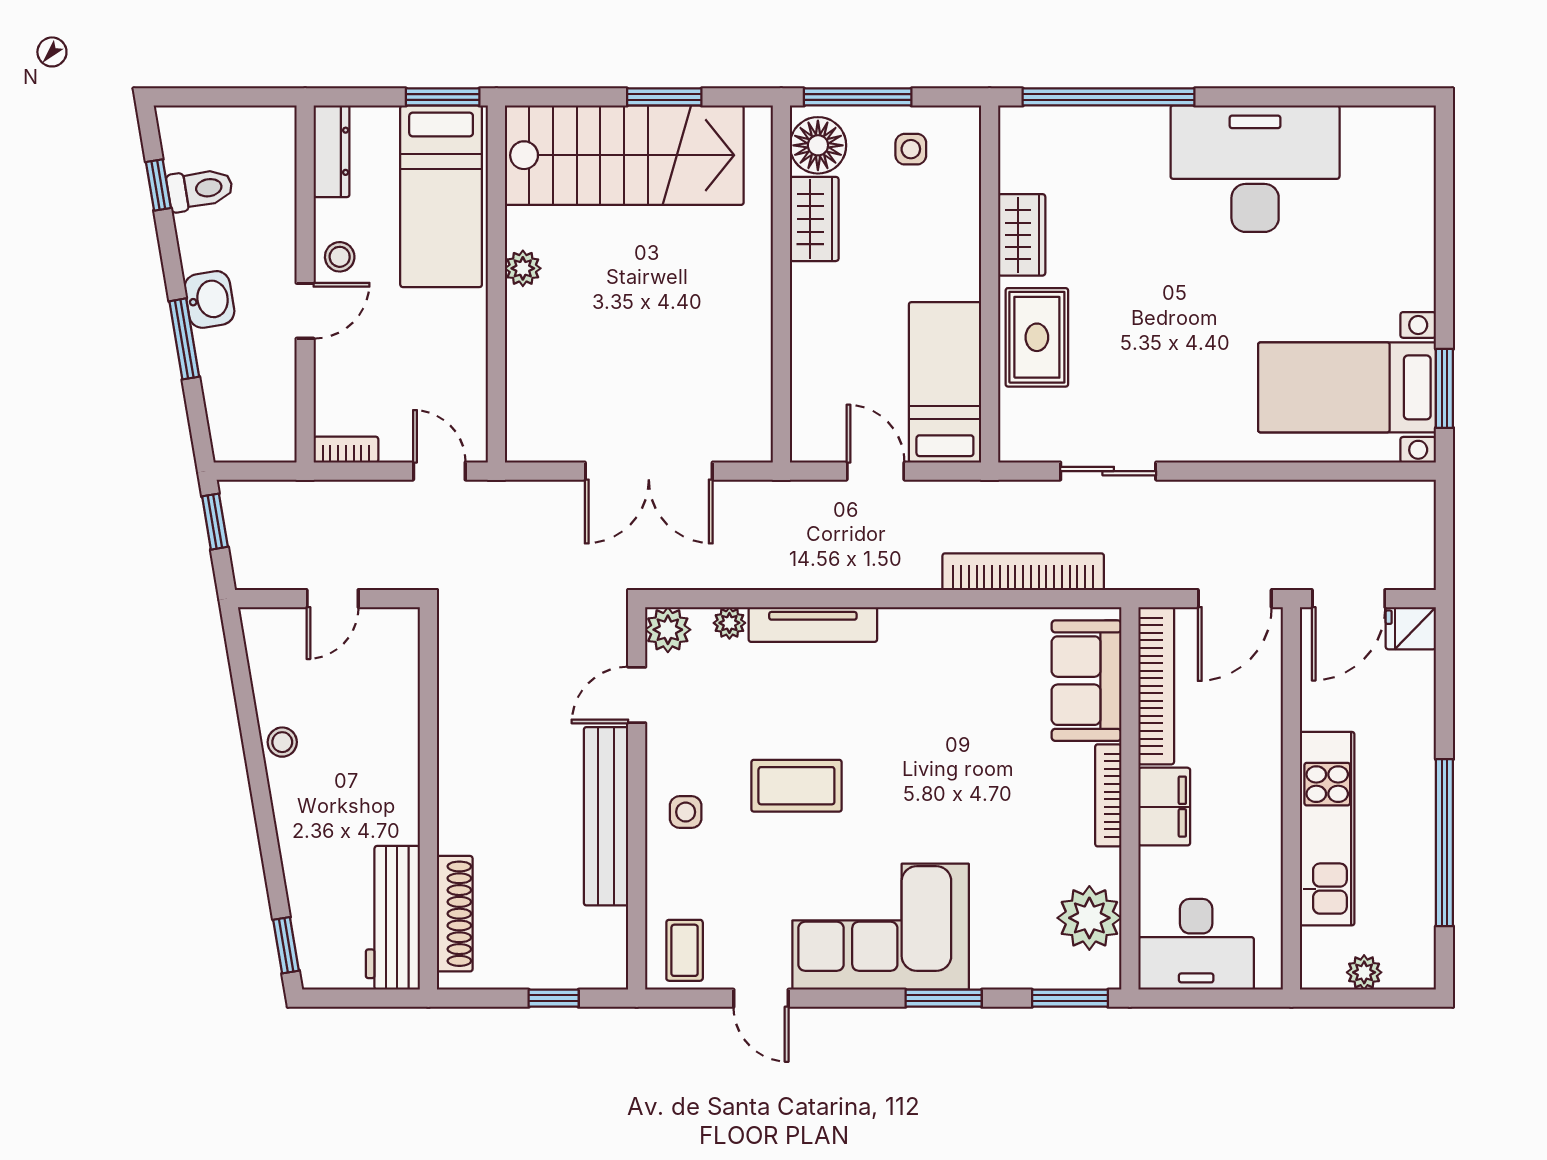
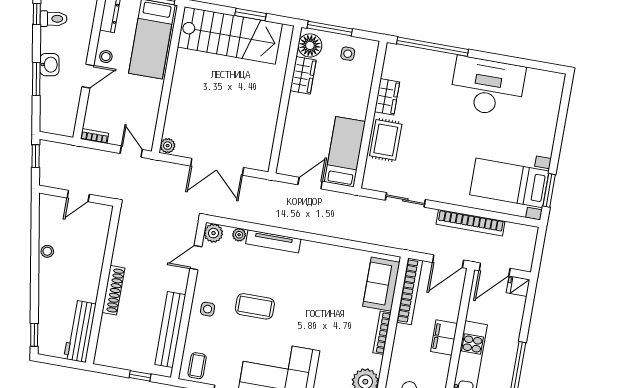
plant: (523, 268) -> (168, 146), moved
door: (876, 471) -> (310, 183), hinge flipped
bookcase: (1023, 572) -> (470, 223), moved, turned 180
filing cabinet: (1164, 807) -> (444, 337), moved, turned 180
bench: (606, 816) -> (170, 330), moved
shoe rack: (455, 914) -> (113, 290), moved

